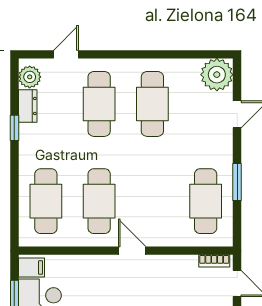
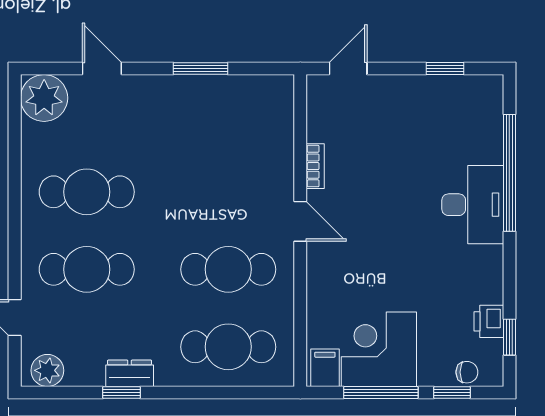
dresser: (28, 106) -> (130, 373), moved
cafe table: (206, 201) -> (228, 114), removed
door: (132, 251) -> (300, 221), swing flipped
bookcase: (214, 261) -> (315, 166), moved

